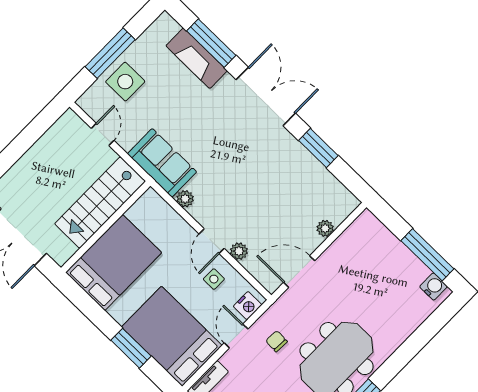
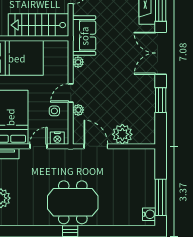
double door: (266, 96) -> (161, 53), swing flipped
plant: (325, 228) -> (122, 134), width x1.88, depth x1.88
chair: (276, 341) -> (54, 167), removed

